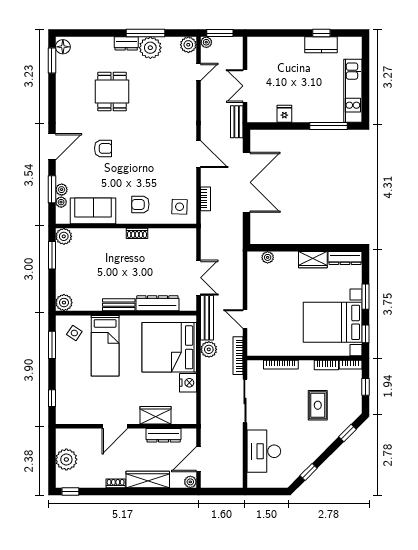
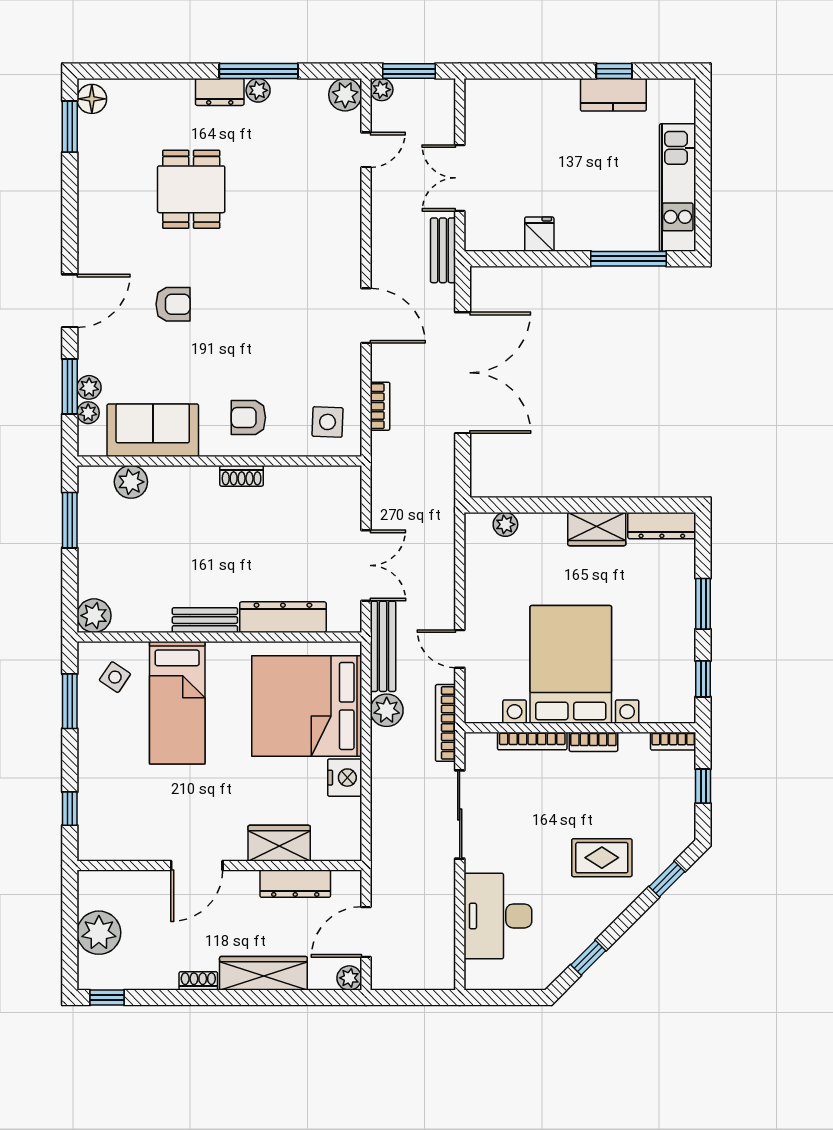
plant: (150, 48) -> (258, 90), width x0.53, depth x0.53
plant: (64, 236) -> (131, 482), moved
bed with nightstands: (333, 322) -> (571, 664), moved, turned 90
bookcase: (326, 365) -> (593, 742), moved
rug: (318, 405) -> (602, 858), moved, turned 90

